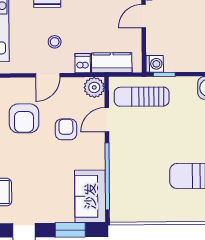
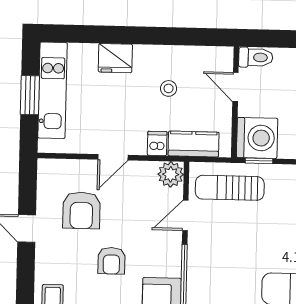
door: (144, 16) -> (235, 87), hinge flipped
stool: (55, 42) -> (169, 88), moved
washing machine: (155, 64) -> (257, 138), width x1.89, depth x1.89
armchair: (66, 129) -> (111, 261), moved, turned 180

